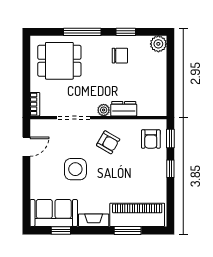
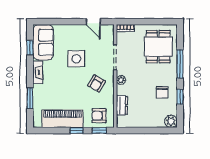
dresser: (124, 109) -> (122, 105), moved
piano: (137, 215) -> (62, 119), moved, turned -90

